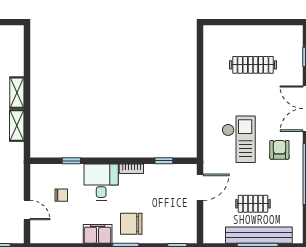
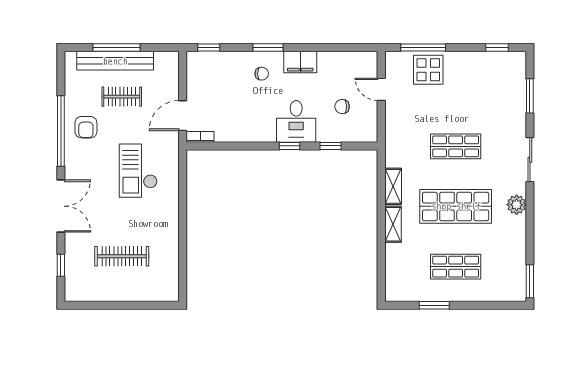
armchair: (279, 150) -> (86, 127), moved
window: (164, 161) -> (289, 146), moved
bookcase: (131, 169) -> (200, 137), moved
chair: (131, 224) -> (262, 74), width x0.54, depth x0.54

